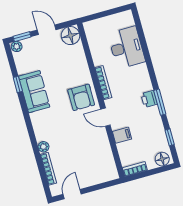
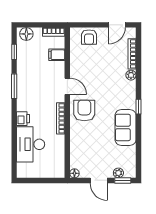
floor lamp: (70, 36) -> (74, 173), width x0.53, depth x0.53
plant: (17, 46) -> (118, 173), moved
window: (18, 84) -> (139, 107), moved
printer: (149, 99) -> (23, 119), moved
filing cabinet: (122, 135) -> (57, 55), moved
armchair: (97, 174) -> (89, 37), added

